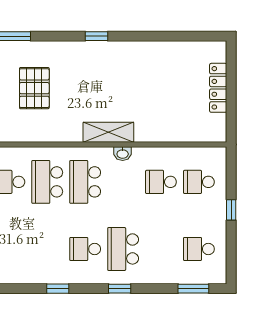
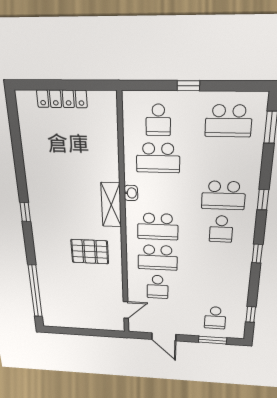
pallet: (34, 88) -> (90, 252), moved
school desk: (161, 182) -> (158, 158), width x1.85
school desk: (199, 249) -> (229, 121), width x1.85

